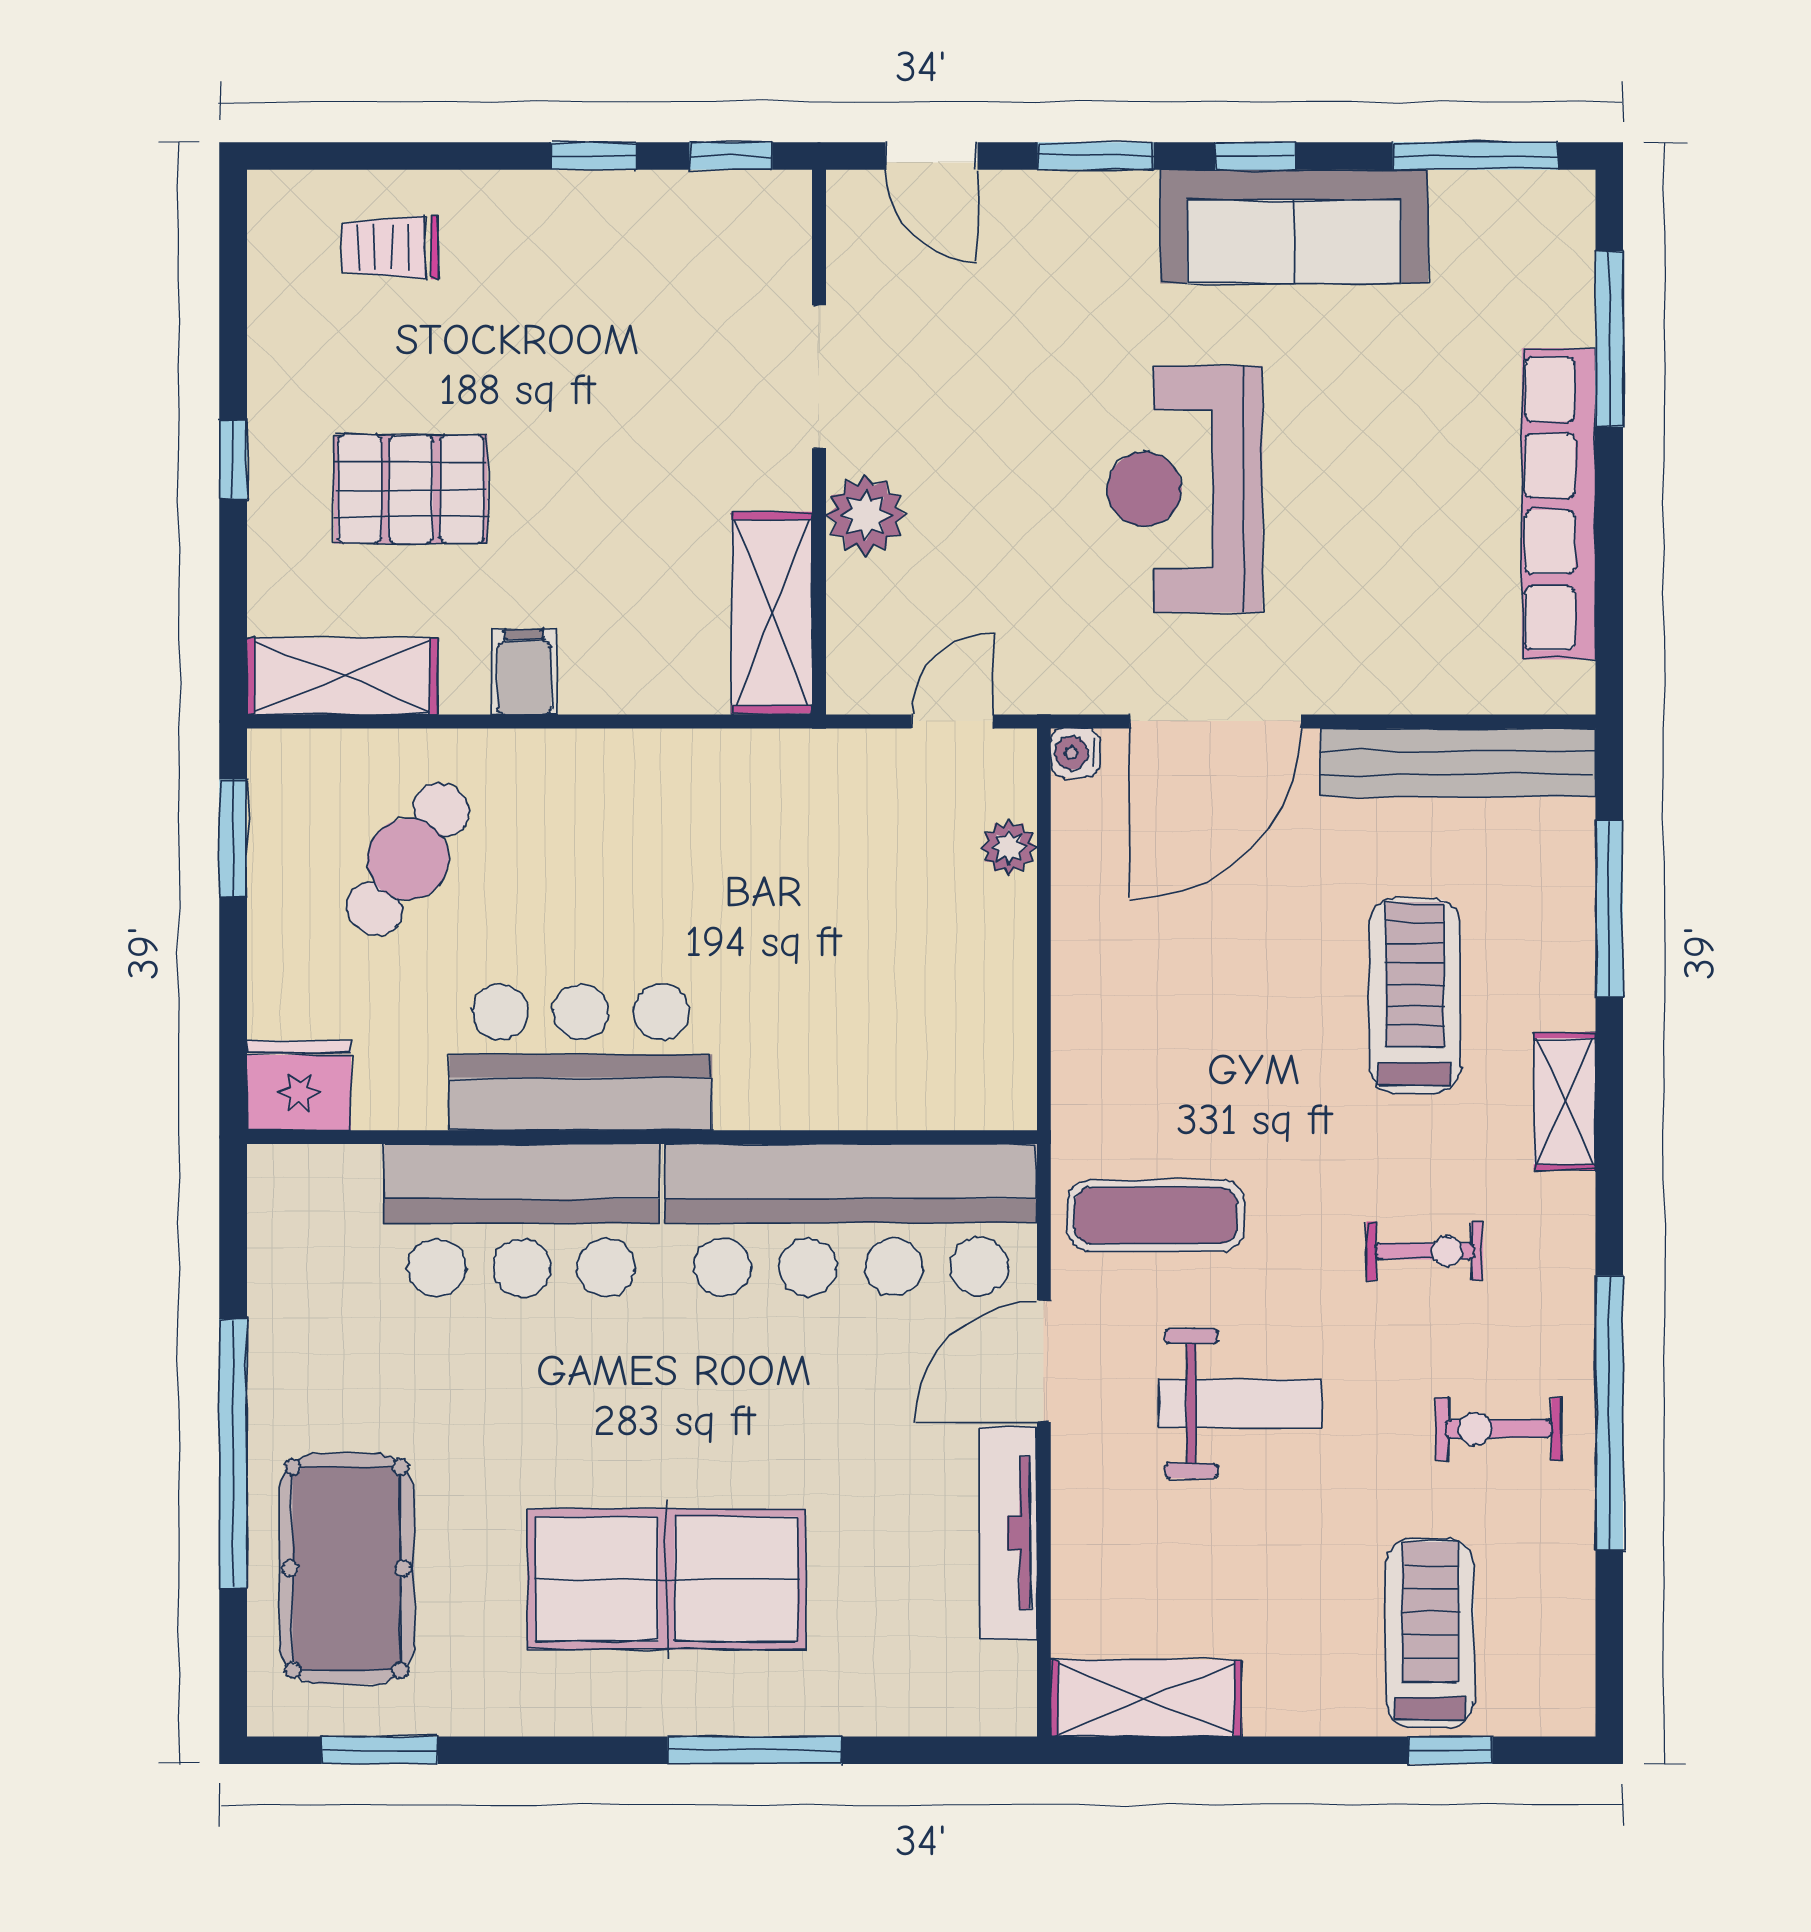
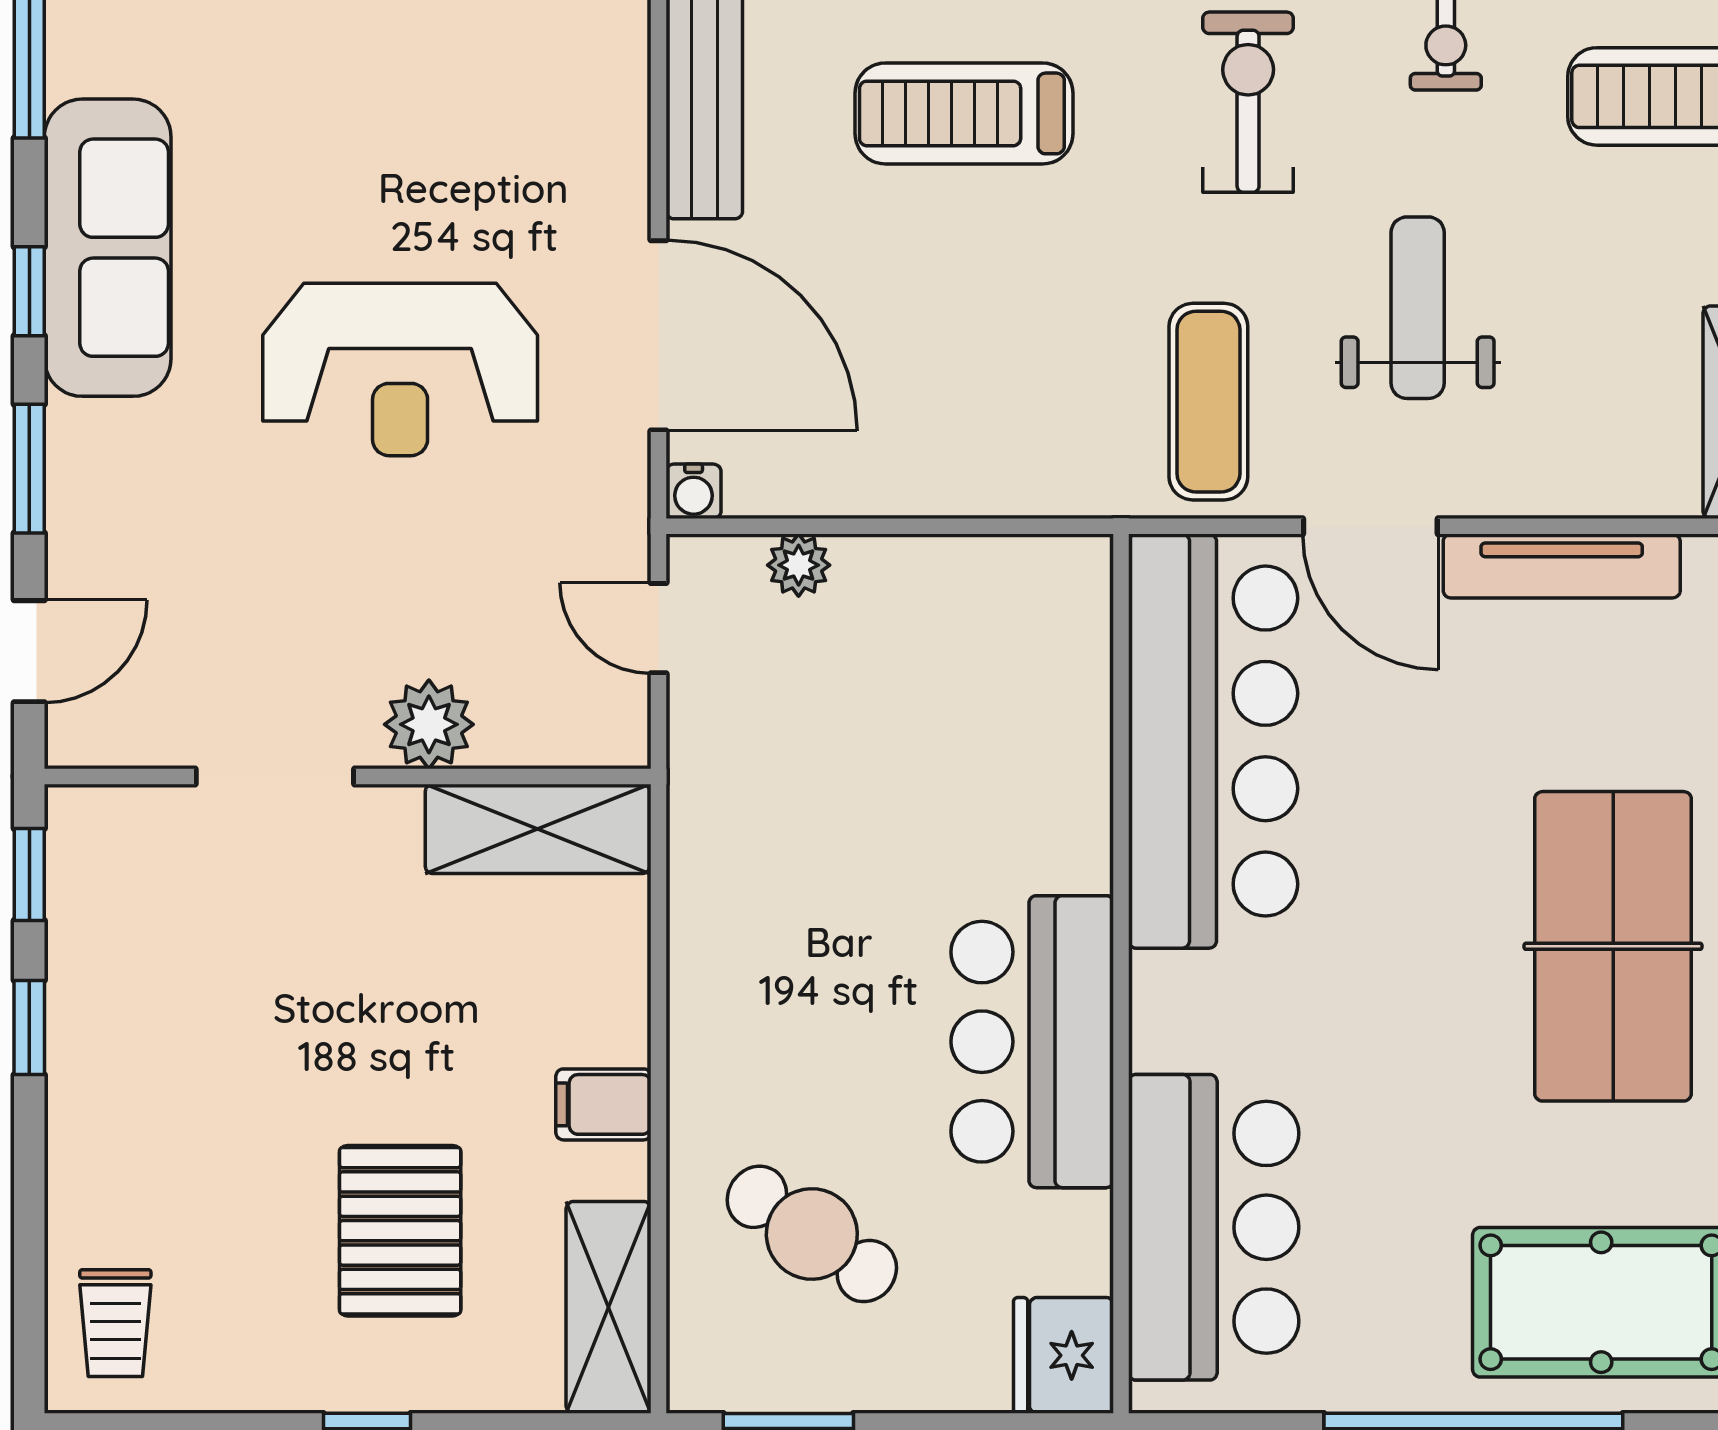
trolley: (390, 247) -> (115, 1323), moved
bar counter: (522, 1220) -> (1214, 1227), moved
exercise bike: (1425, 1251) -> (1248, 102), width x1.38, depth x1.39

